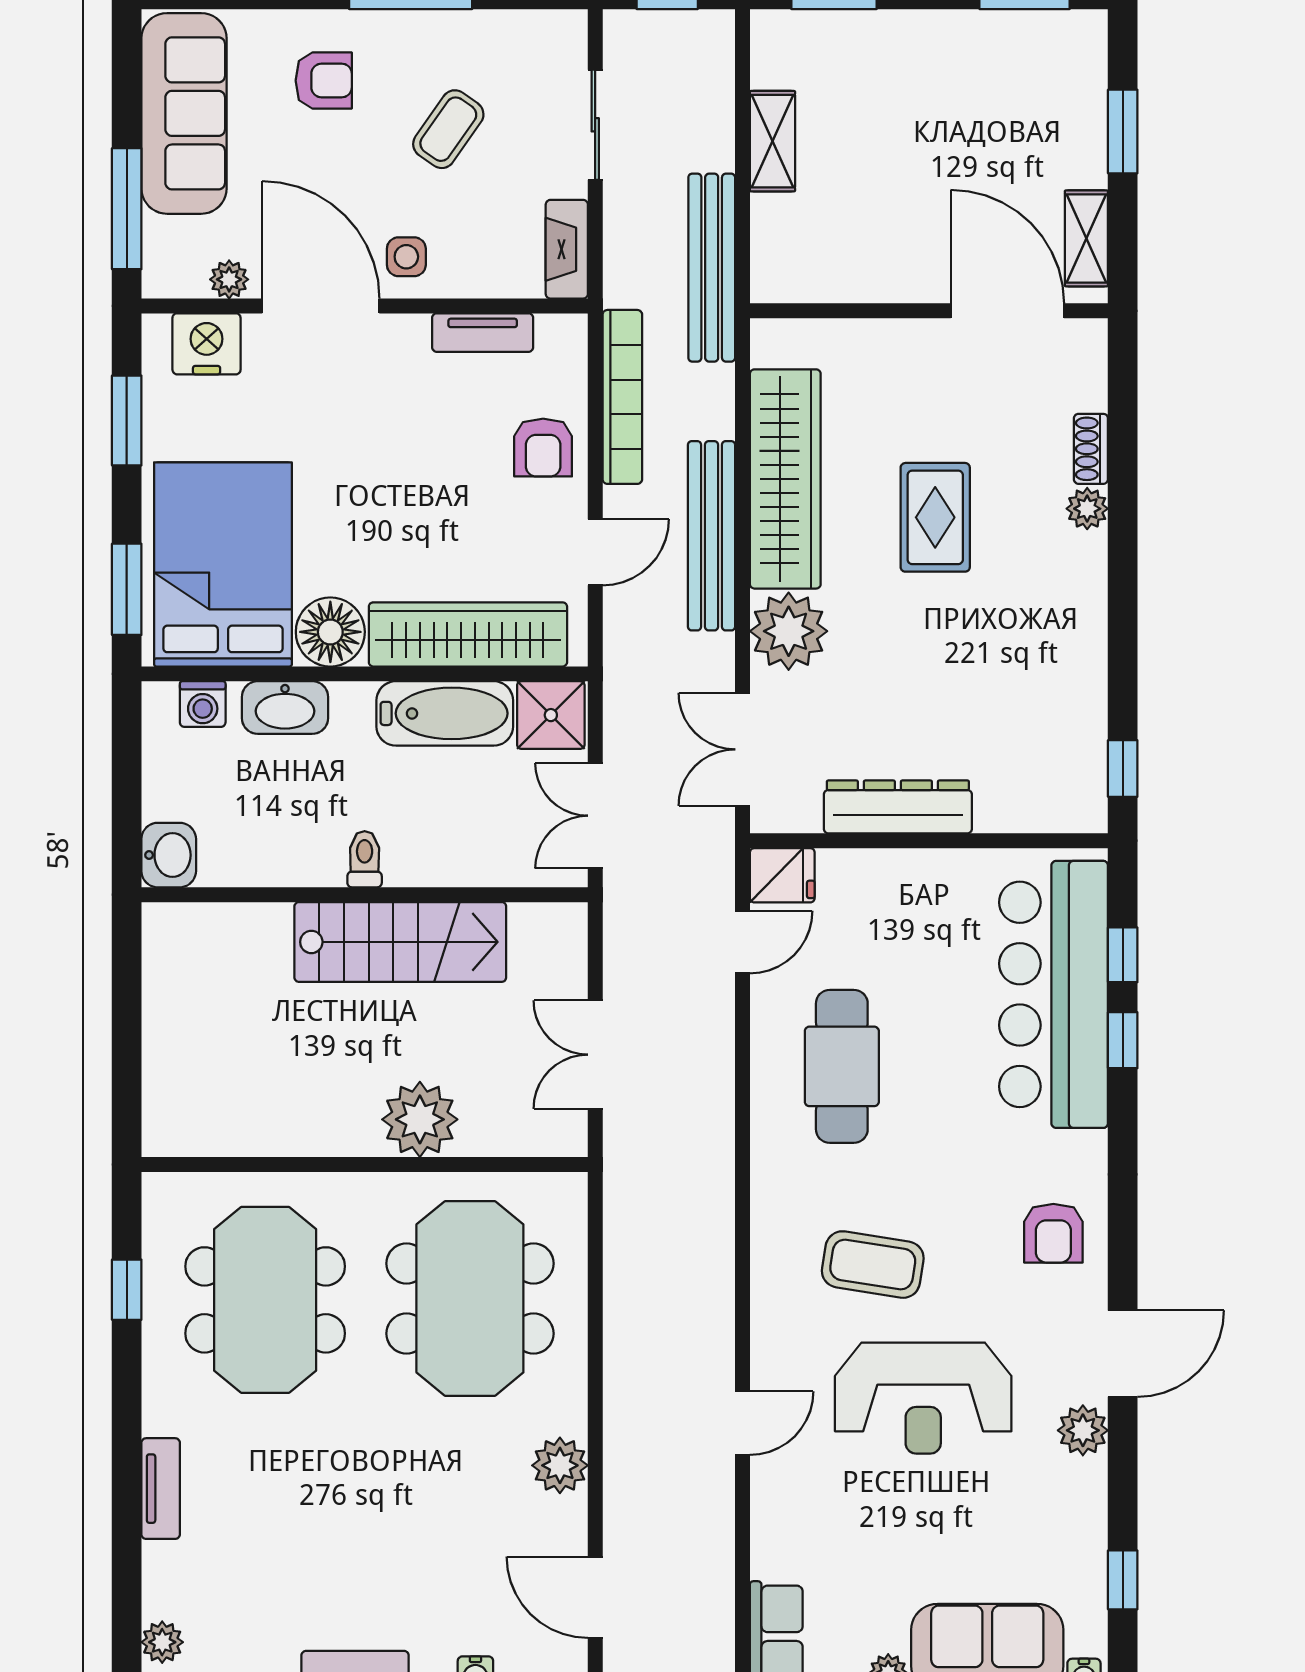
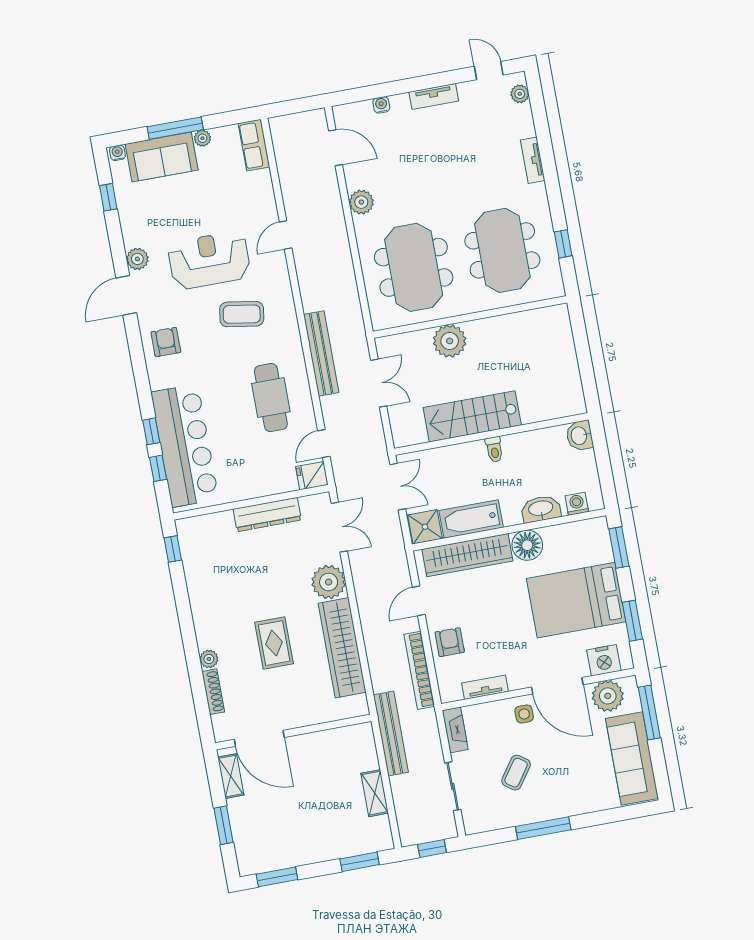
armchair: (324, 81) -> (574, 784), removed
plant: (229, 279) -> (608, 696), width x1.87, depth x1.87
shoe rack: (1091, 449) -> (213, 692), width x1.43
bench: (712, 536) -> (321, 353), moved
bed: (223, 564) -> (576, 600), moved, turned 90

